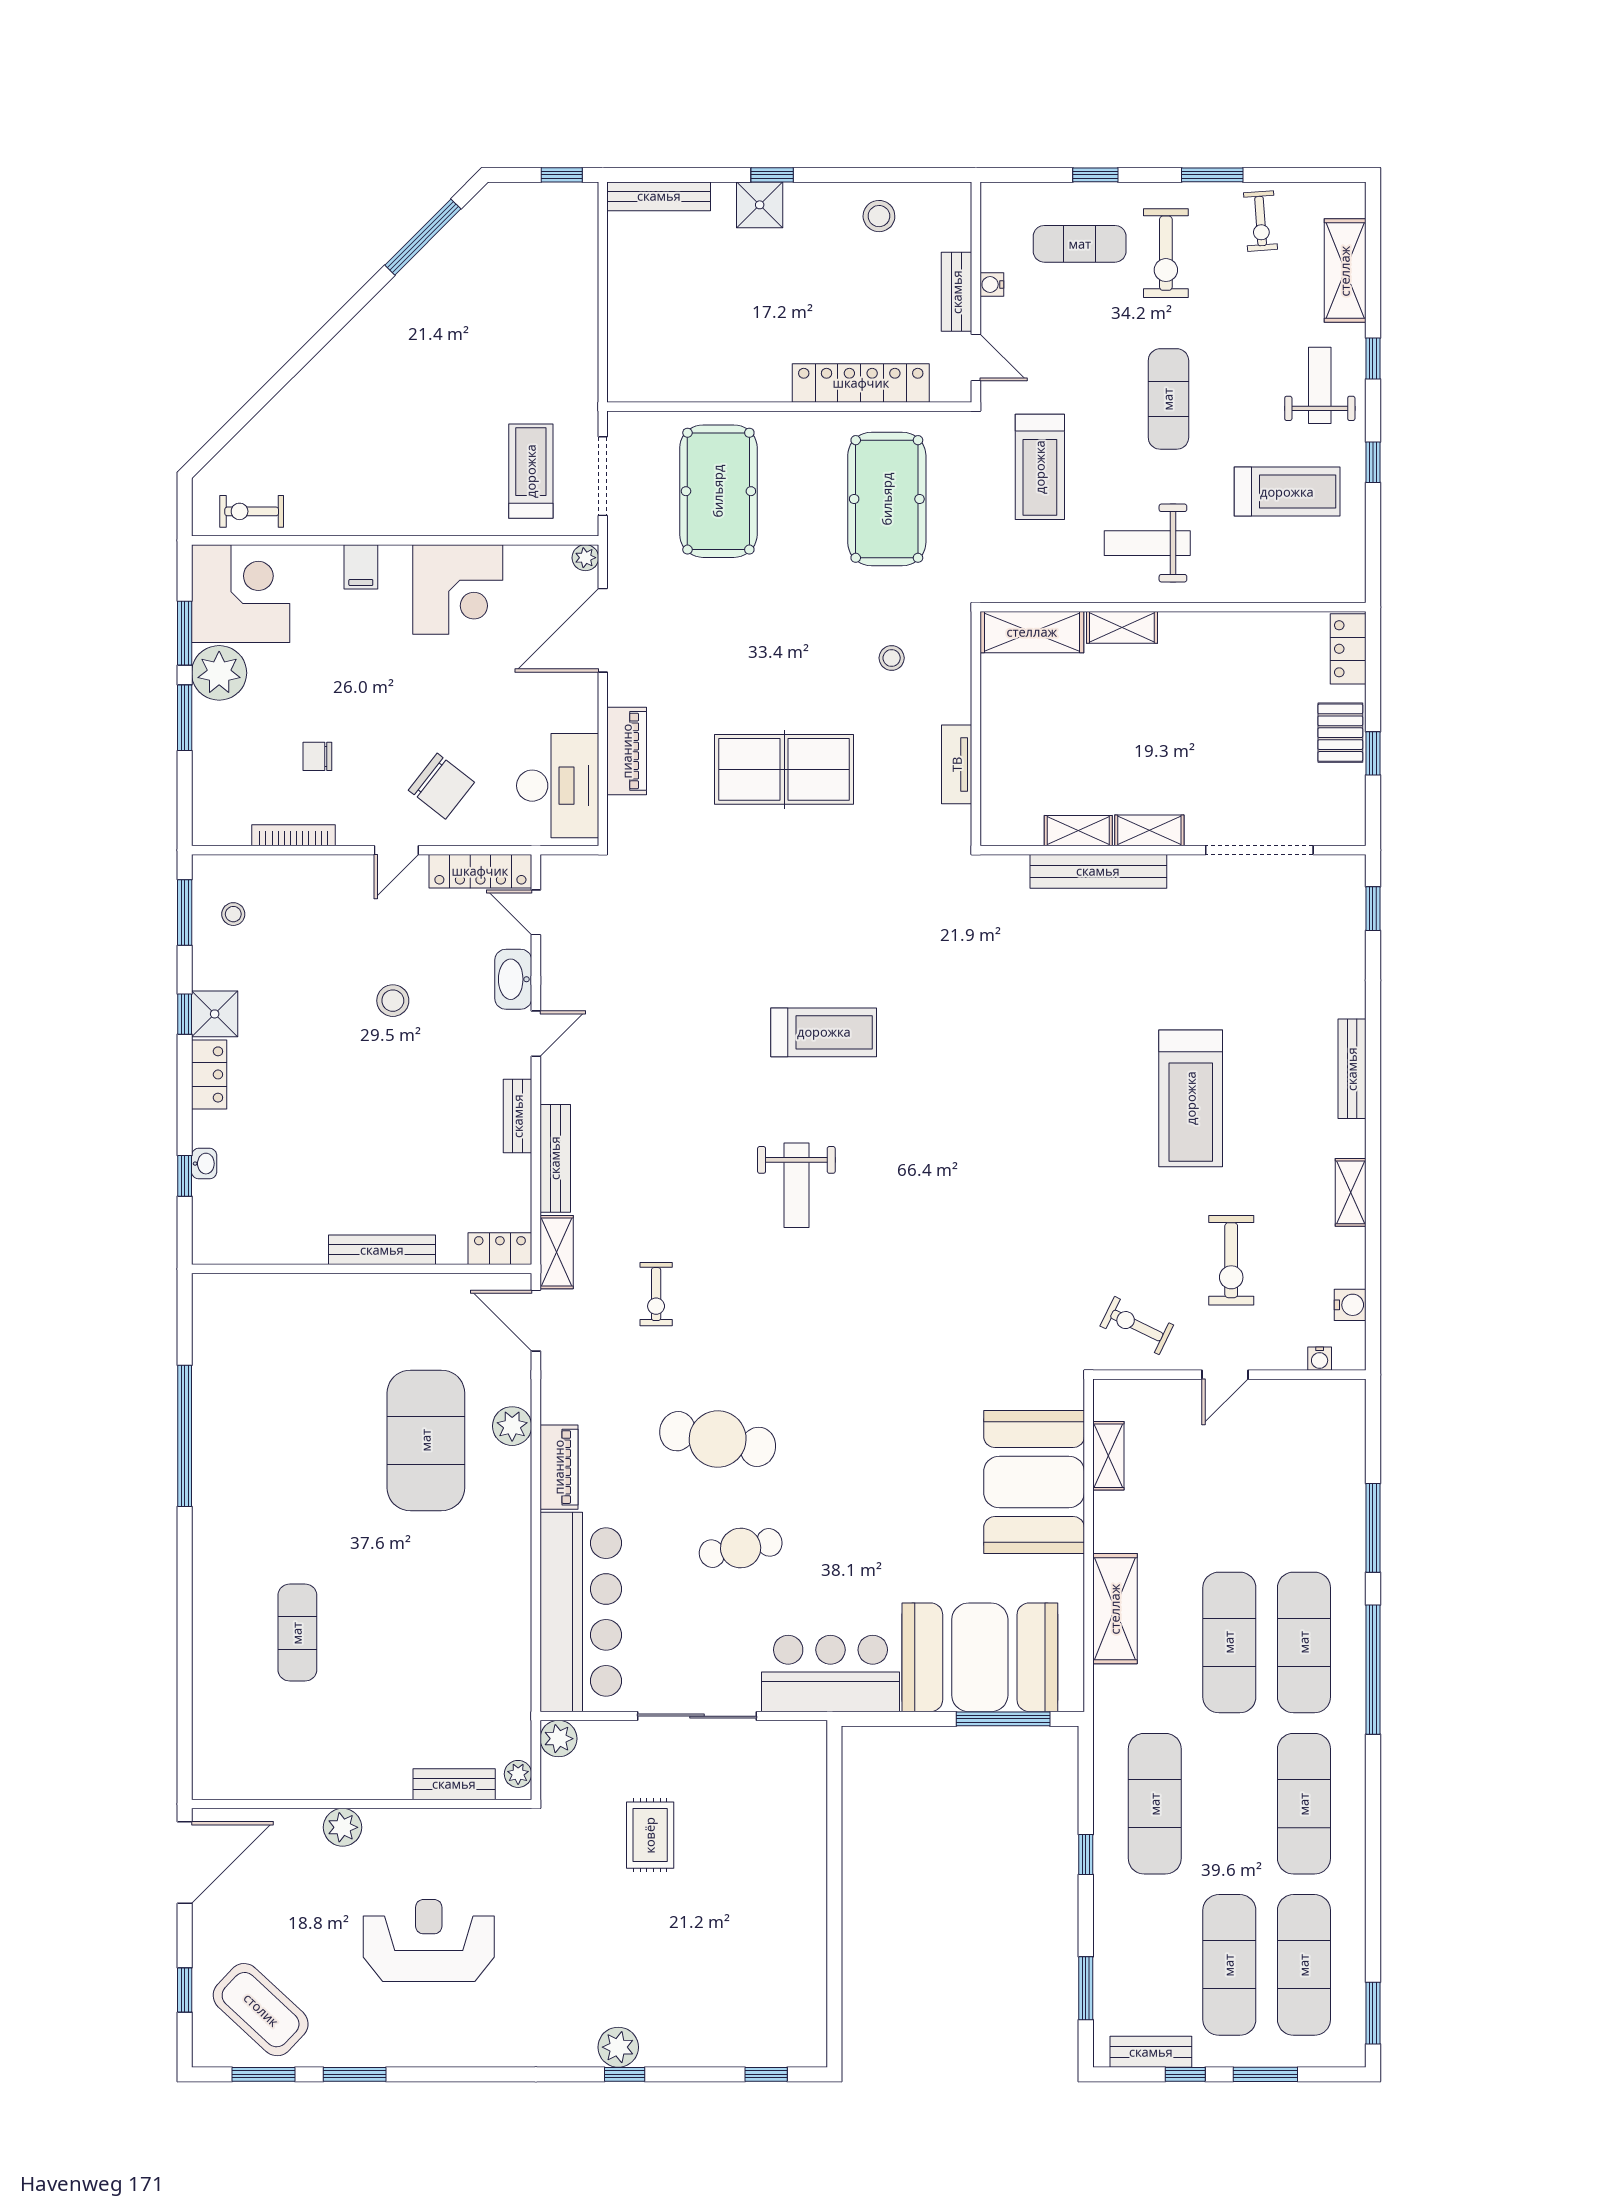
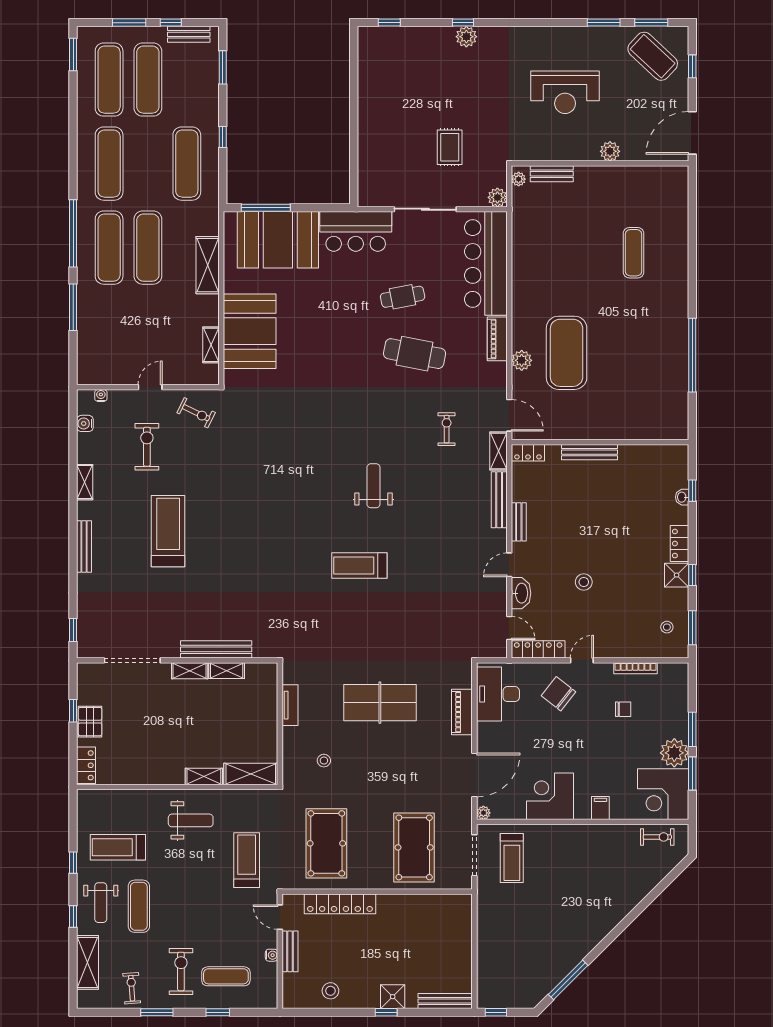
exercise mat: (1168, 399) -> (139, 906), moved

